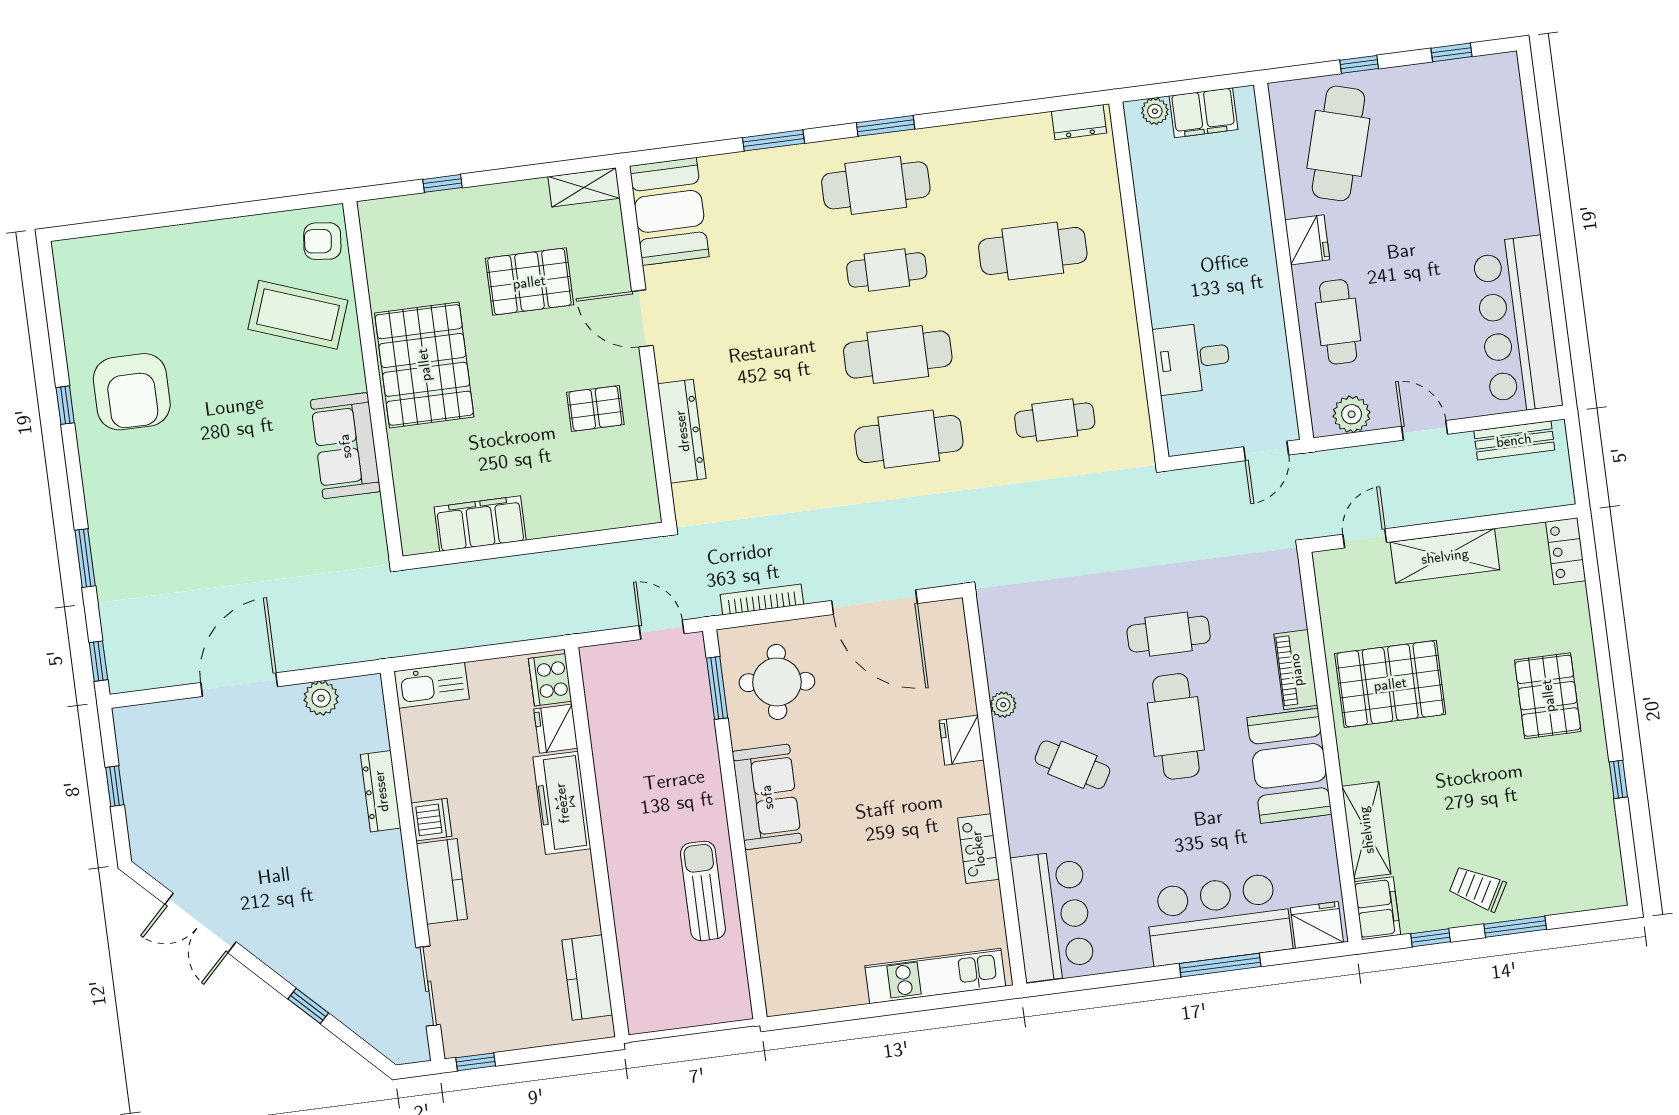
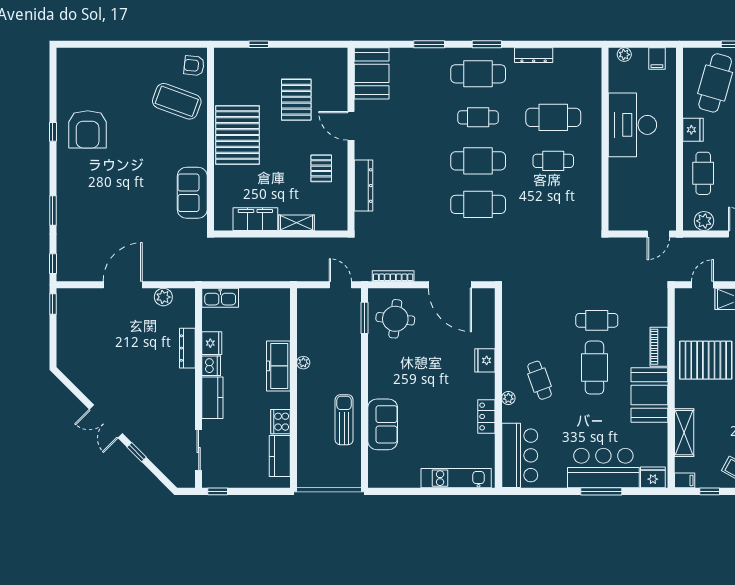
filing cabinet: (1203, 113) -> (657, 59), width x0.50
dresser: (1079, 122) -> (534, 55), moved, width x1.44
shelving: (584, 187) -> (296, 223), moved
pallet: (529, 282) -> (296, 100), turned 90
desk: (1192, 358) -> (632, 125), moved, width x1.87, depth x1.30
pallet: (595, 408) -> (321, 168), turned 90
cafe table: (1055, 420) -> (553, 161), moved
sofa: (345, 446) -> (192, 193), moved
cooker: (550, 680) -> (281, 422), moved
plant: (1003, 705) -> (508, 398), moved
fridge: (556, 729) -> (212, 343), moved, turned 180
cafe table: (1072, 765) -> (540, 380), turned 40
window: (115, 786) -> (53, 304), moved
plant: (609, 790) -> (303, 363), added
sofa: (767, 797) -> (383, 424), moved
filing cabinet: (1377, 908) -> (685, 480), width x0.50
double door: (201, 923) -> (106, 421), moved

